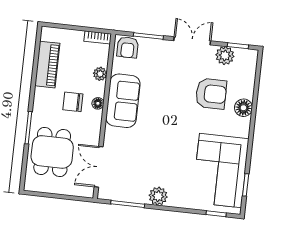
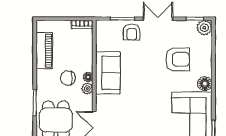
armchair: (128, 47) -> (132, 32), moved
plant: (225, 56) -> (204, 28), moved
plant: (100, 74) -> (87, 89), moved
floor lamp: (243, 108) -> (205, 84), moved

